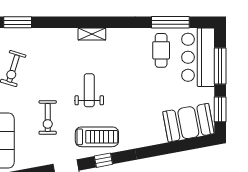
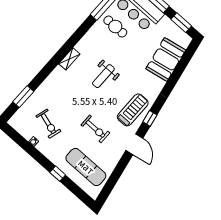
weight bench: (89, 90) -> (103, 76), moved, turned -90
booth: (188, 123) -> (166, 59), moved

